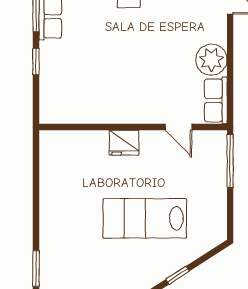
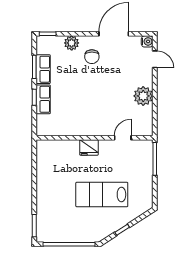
row of seats: (216, 100) -> (43, 99), moved, turned 180
door: (178, 127) -> (123, 138), swing flipped

